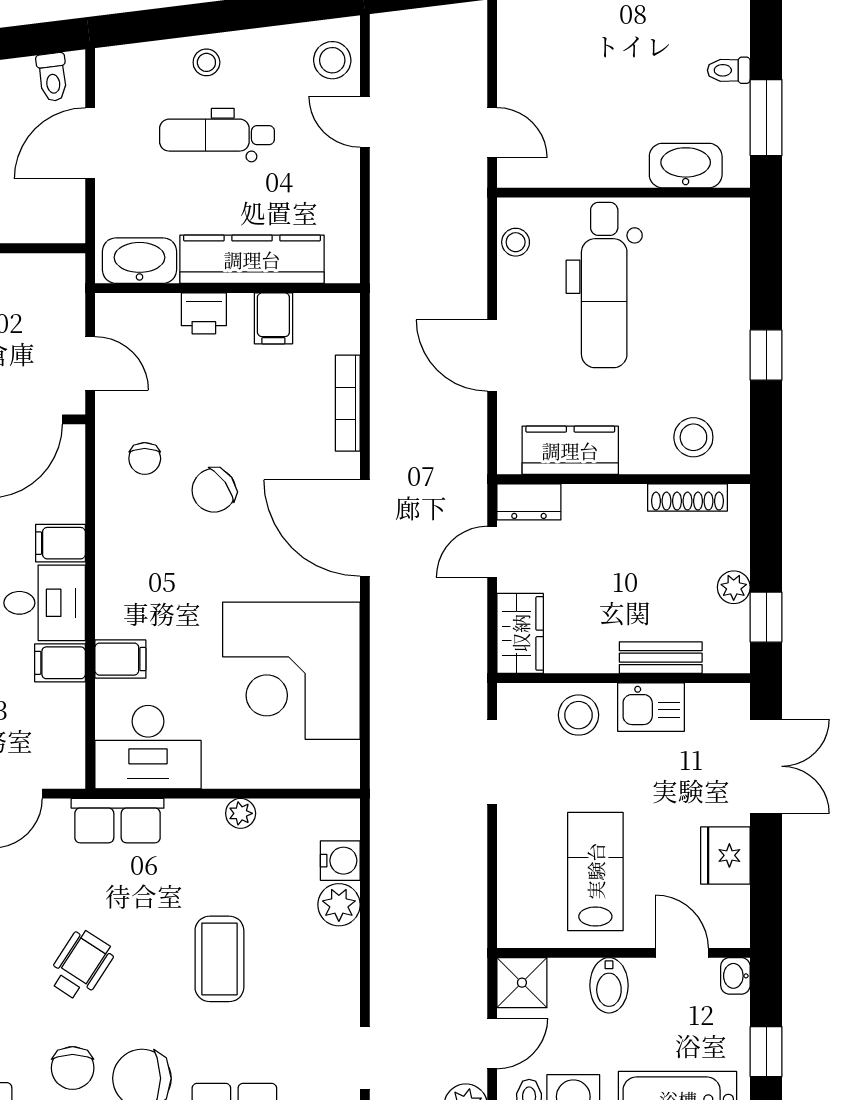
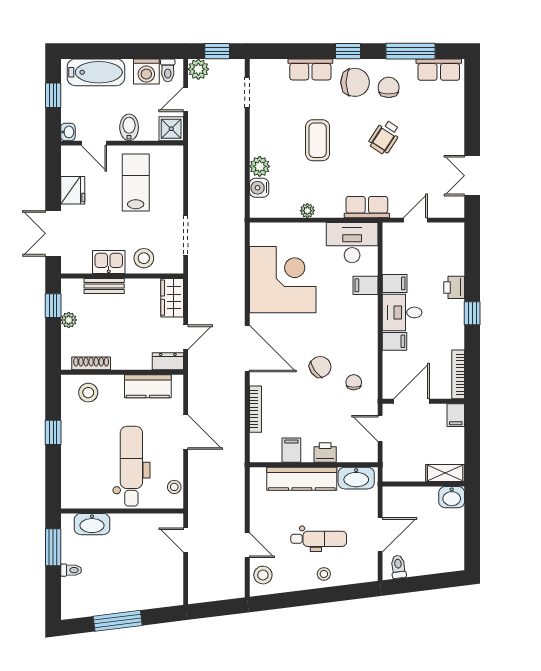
lab bench: (595, 871) -> (136, 182), turned 180

